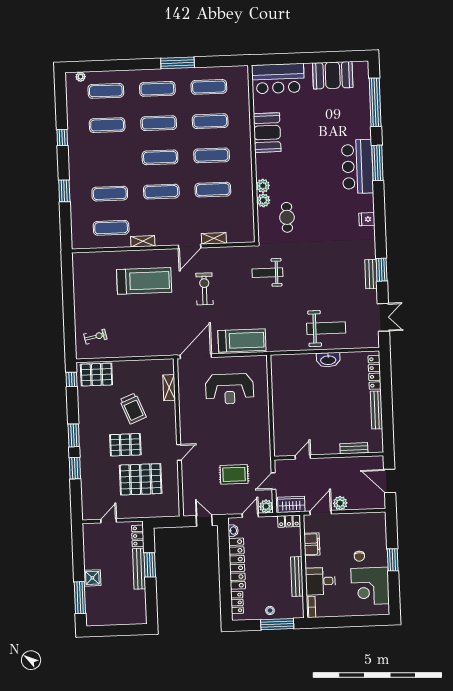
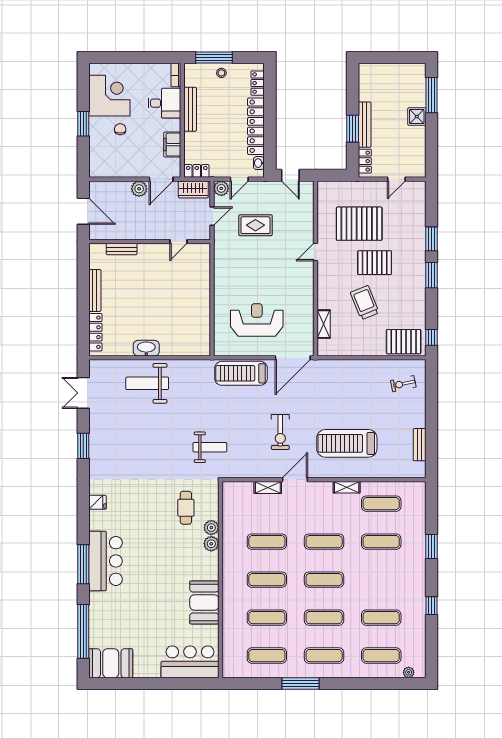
booth: (333, 75) -> (111, 663), moved
bench: (371, 274) -> (420, 445), moved

